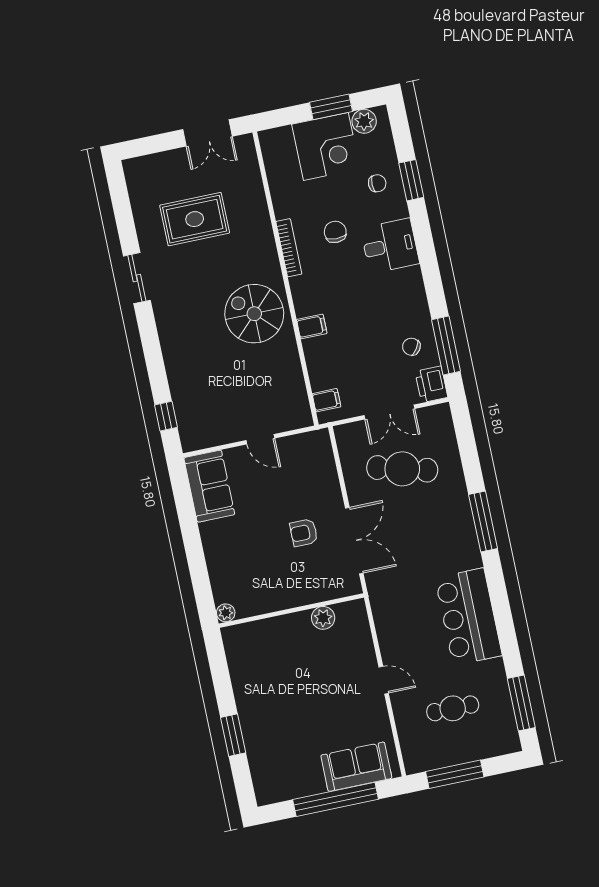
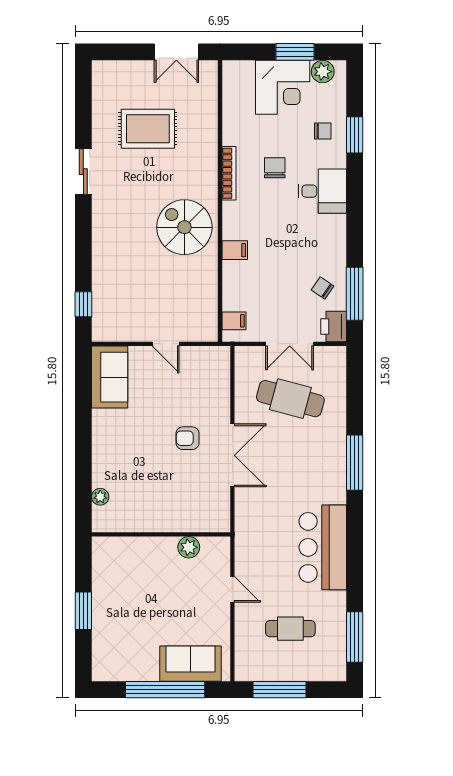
wall: (291, 611) -> (161, 534), moved
plant: (323, 618) -> (189, 547), moved

